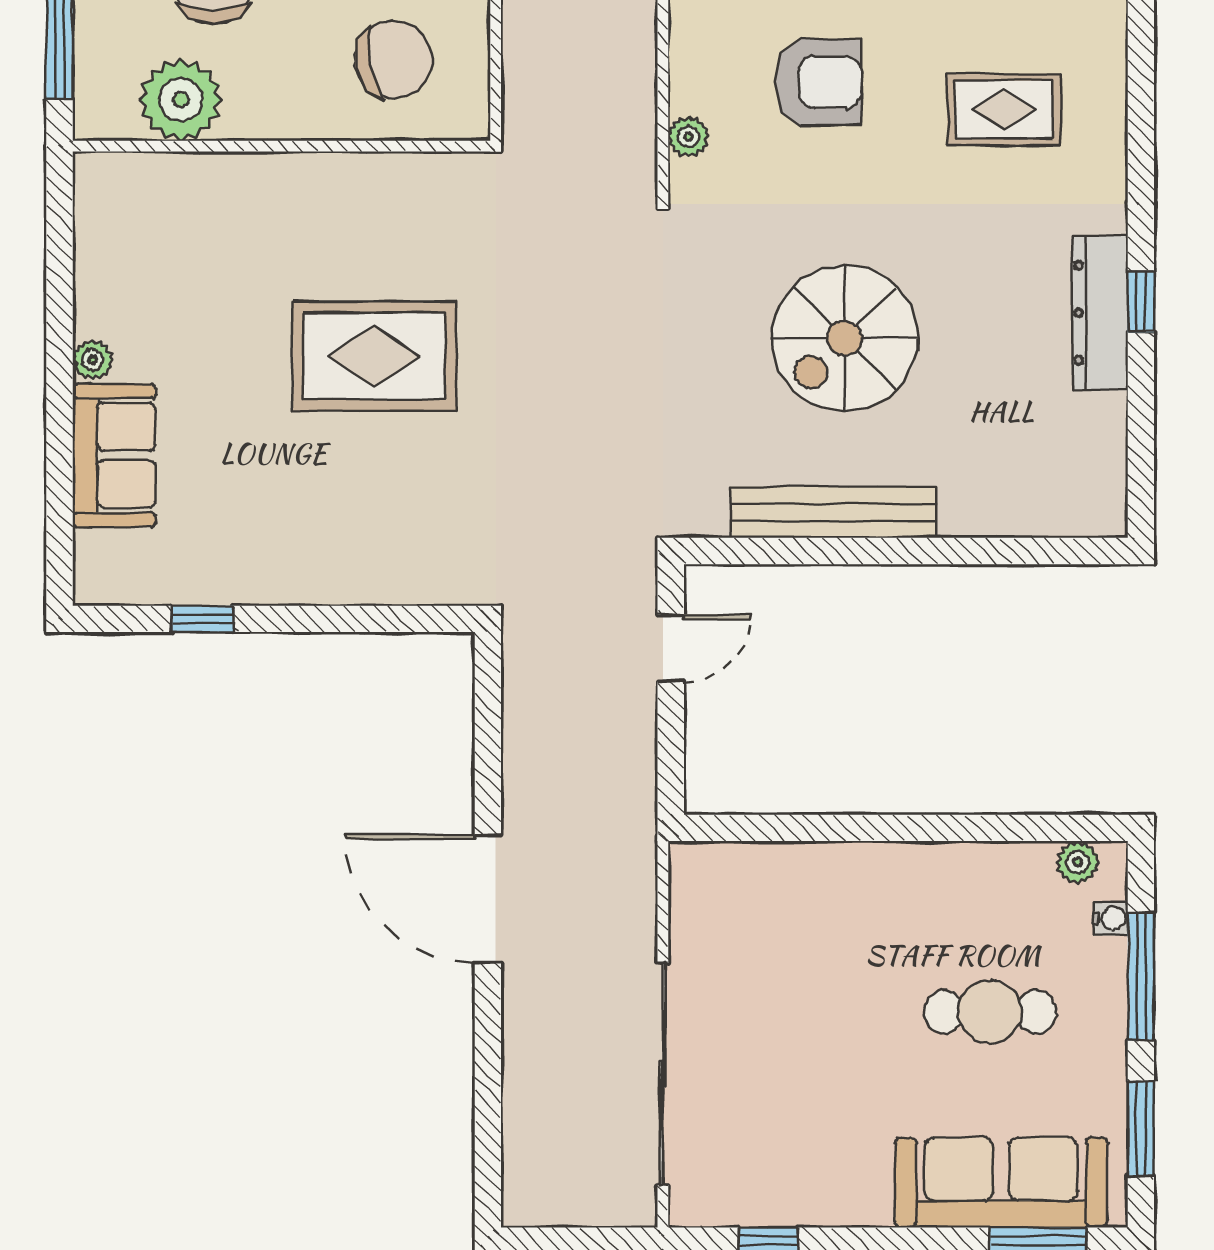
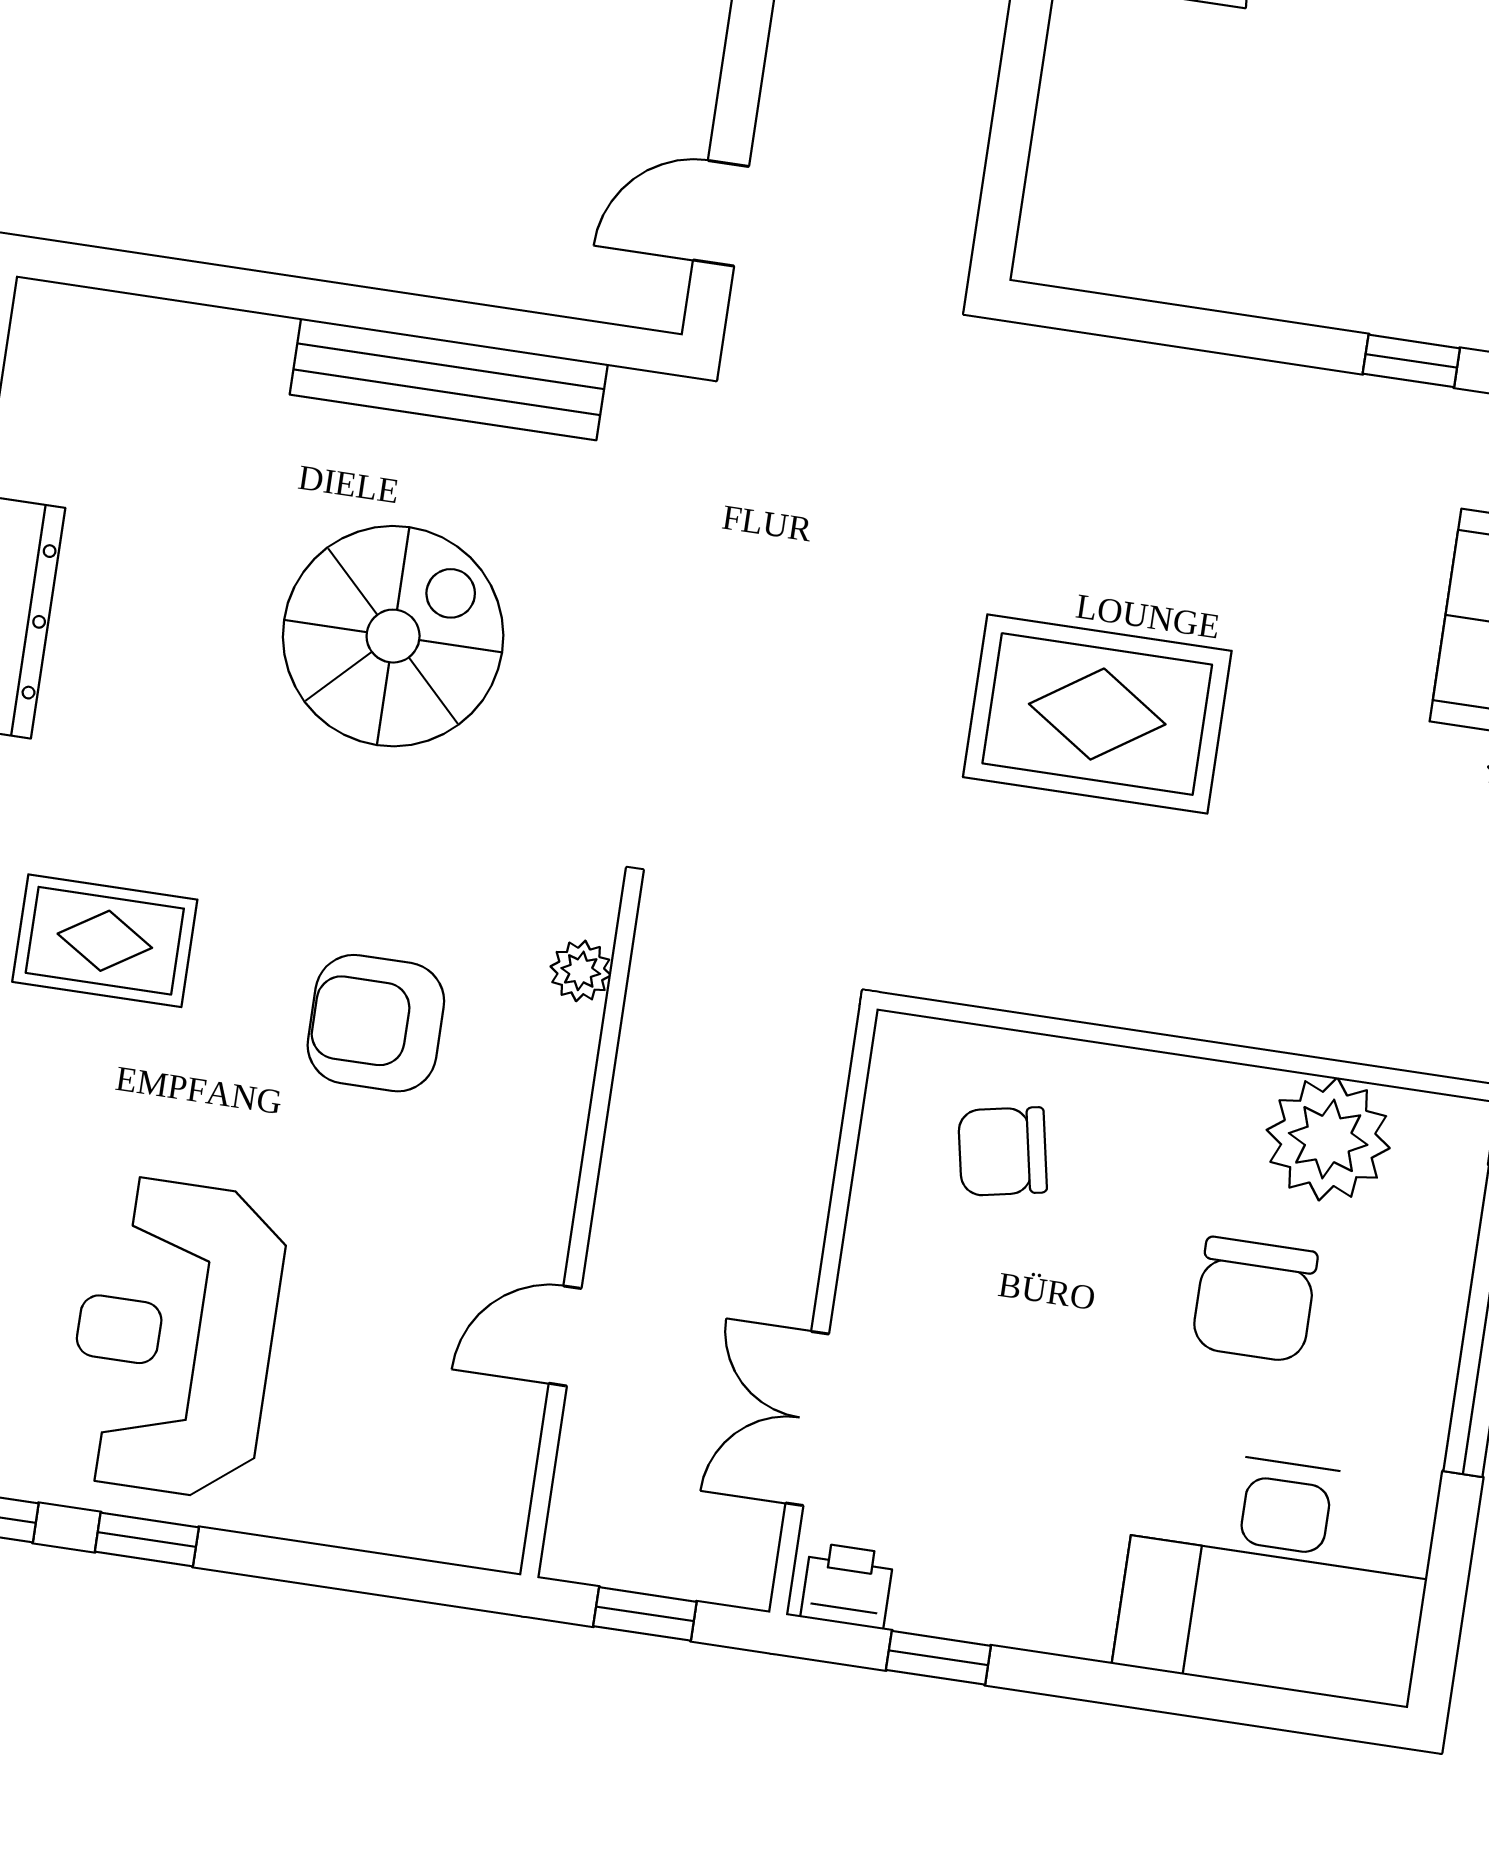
chair: (394, 59) -> (1003, 1151), width x0.73, depth x0.73

